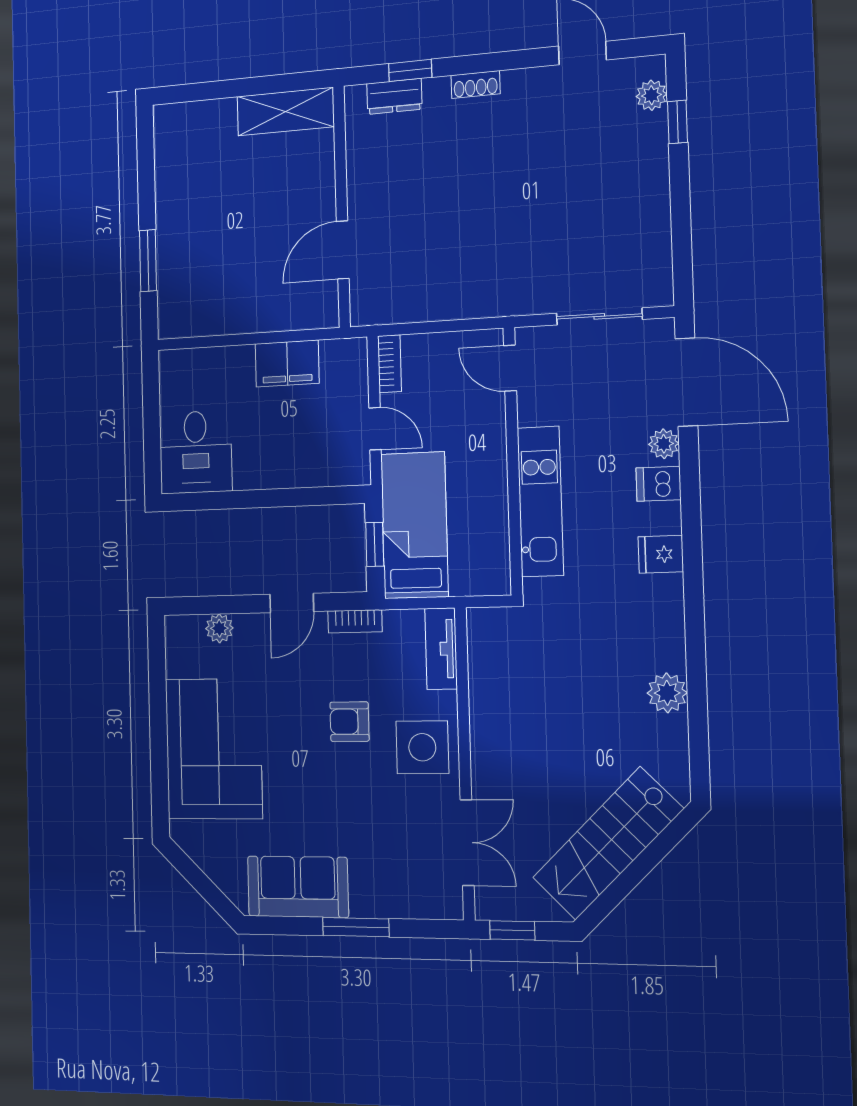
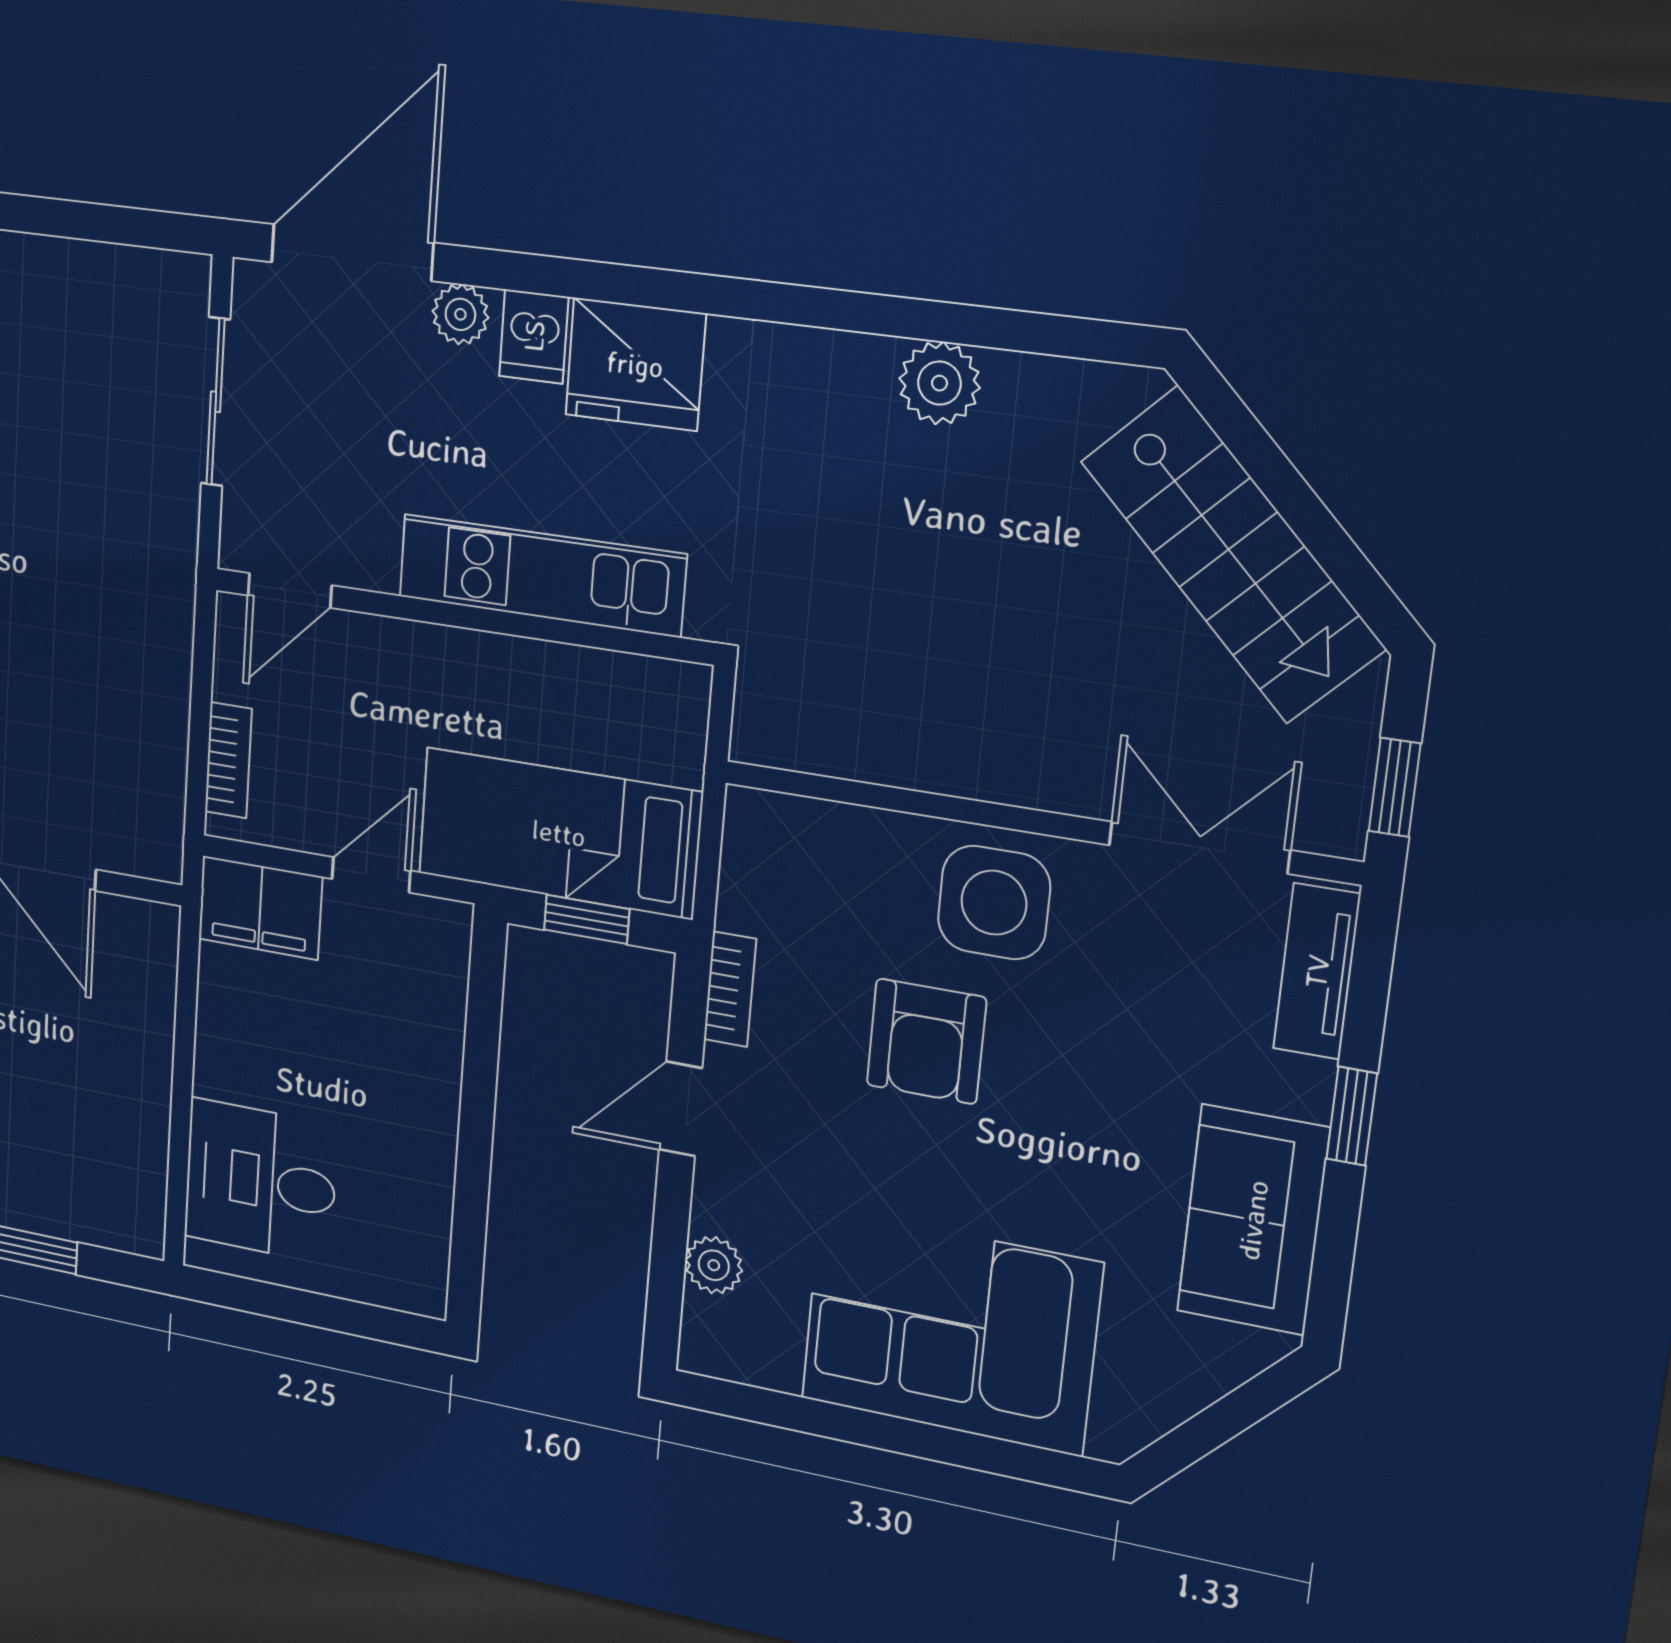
filing cabinet: (287, 364) -> (260, 908), moved, turned 90
bookcase: (390, 364) -> (228, 760), moved, turned 90
desk: (196, 452) -> (260, 1181), moved, turned 180
fridge: (661, 554) -> (635, 364), width x1.88, depth x1.34
door: (292, 603) -> (681, 1109), swing flipped
tv unit: (441, 649) -> (1317, 971), moved, turned 90
armchair: (349, 722) -> (926, 1041), width x1.38, depth x1.38
window: (356, 927) -> (1352, 1116), width x0.67

